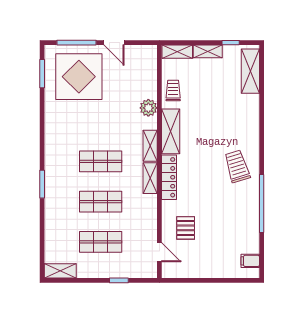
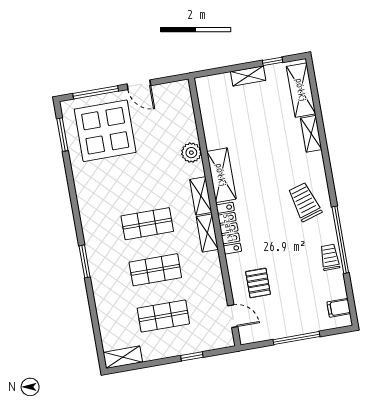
shelving: (177, 52) -> (311, 134), moved, turned 90
trolley: (173, 90) -> (330, 257), moved
window: (210, 280) -> (296, 338), added

